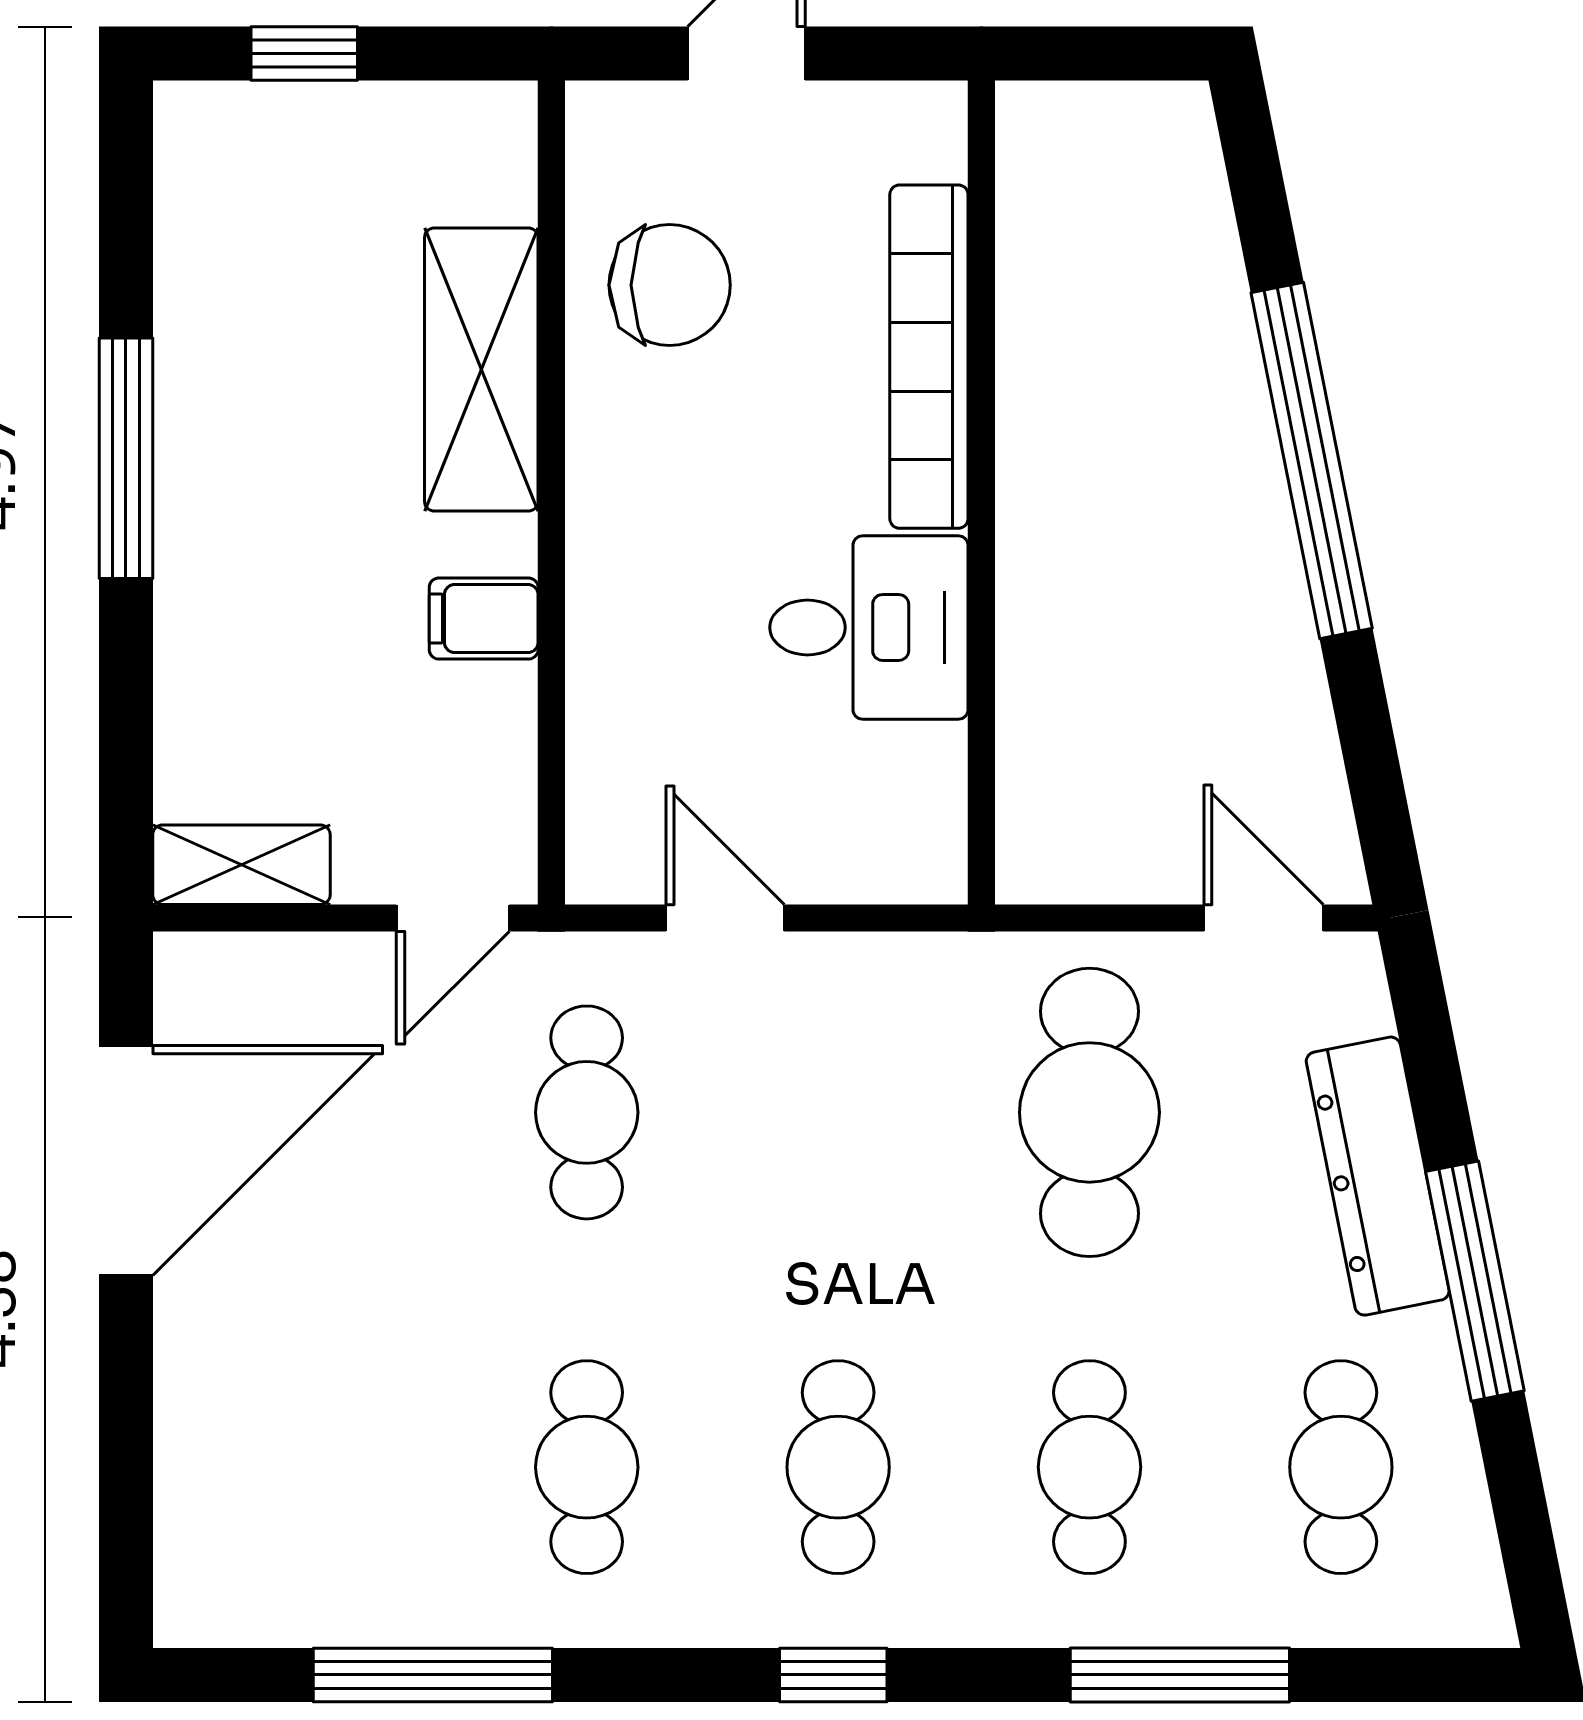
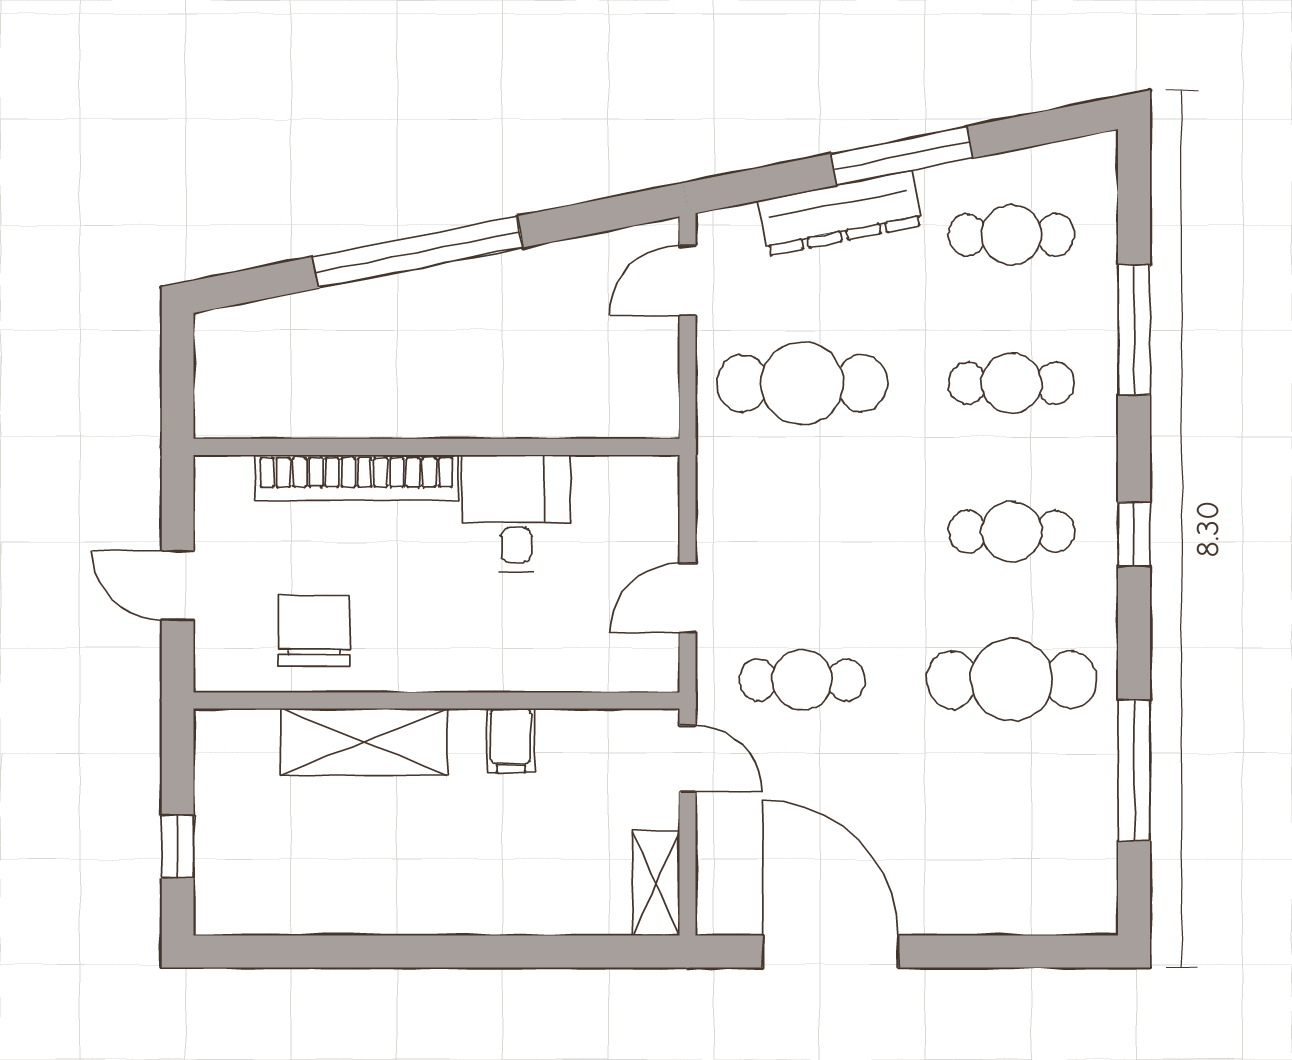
window: (126, 458) -> (416, 952), removed
cafe table: (587, 1467) -> (1011, 680), width x1.37, depth x1.35

